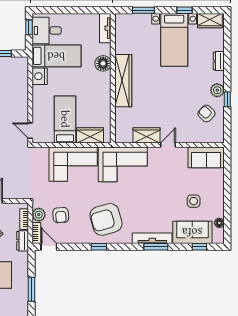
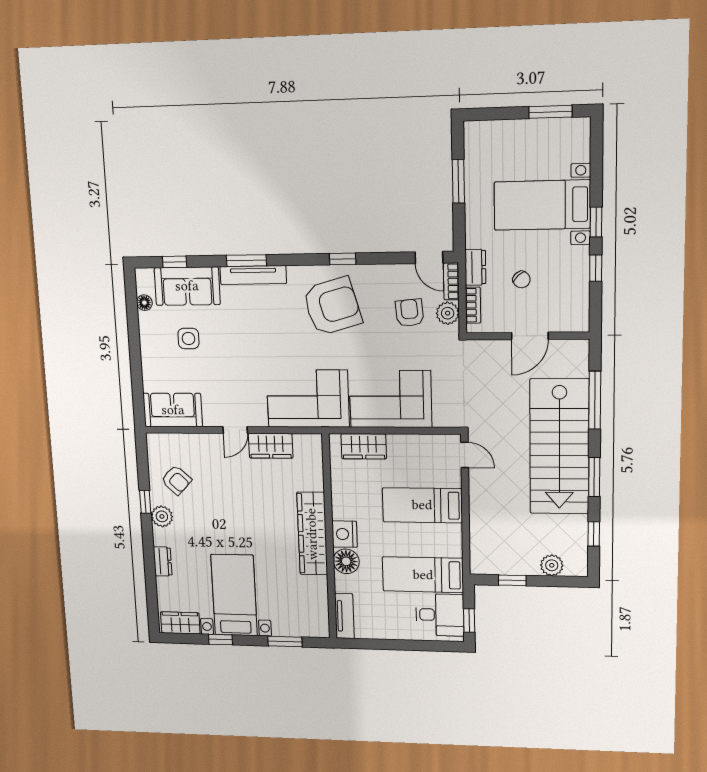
nightstand: (40, 76) -> (344, 534), moved, turned 180
bed: (65, 119) -> (422, 505), moved, turned 90

